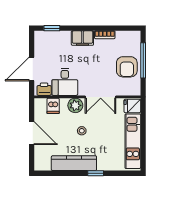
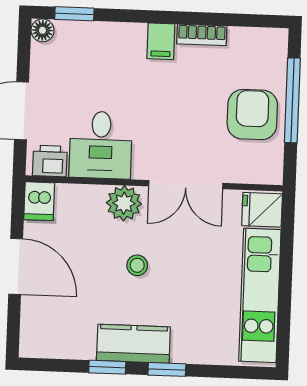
floor lamp: (39, 35) -> (42, 30), added
filing cabinet: (82, 38) -> (161, 41), width x0.50
armchair: (127, 67) -> (252, 115), turned 180
dishwasher: (53, 106) -> (39, 201), moved
kitchen counter: (74, 163) -> (133, 344), width x0.67
window: (71, 173) -> (107, 367), added

